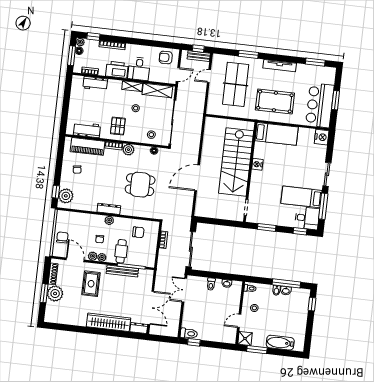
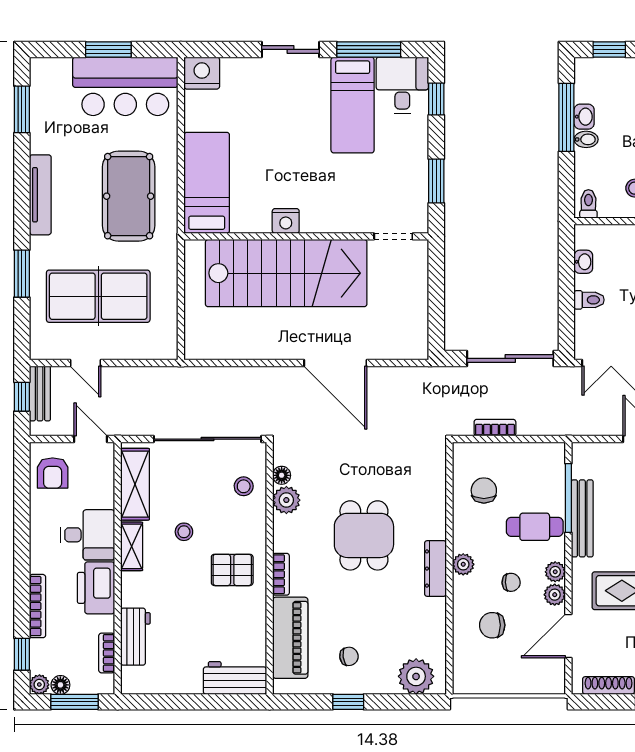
workbench: (87, 130) -> (235, 678), moved, turned 90
plant: (128, 150) -> (286, 500), moved
dining table: (140, 185) -> (364, 535), moved
window: (56, 192) -> (348, 702), moved
chair: (62, 237) -> (492, 625), moved

